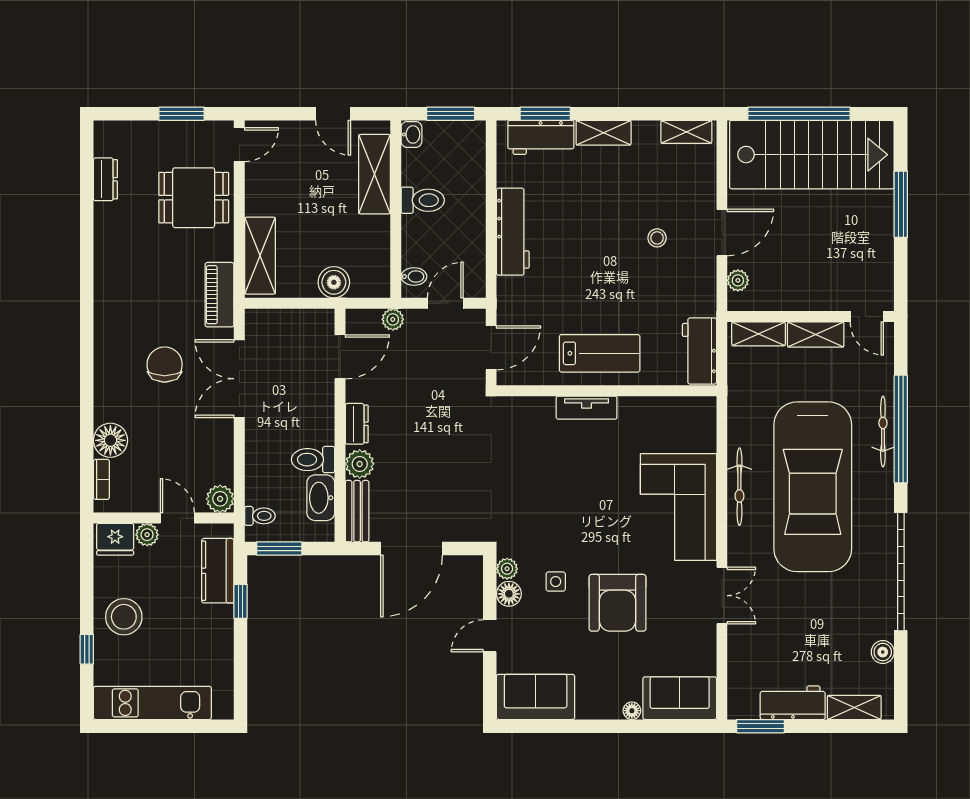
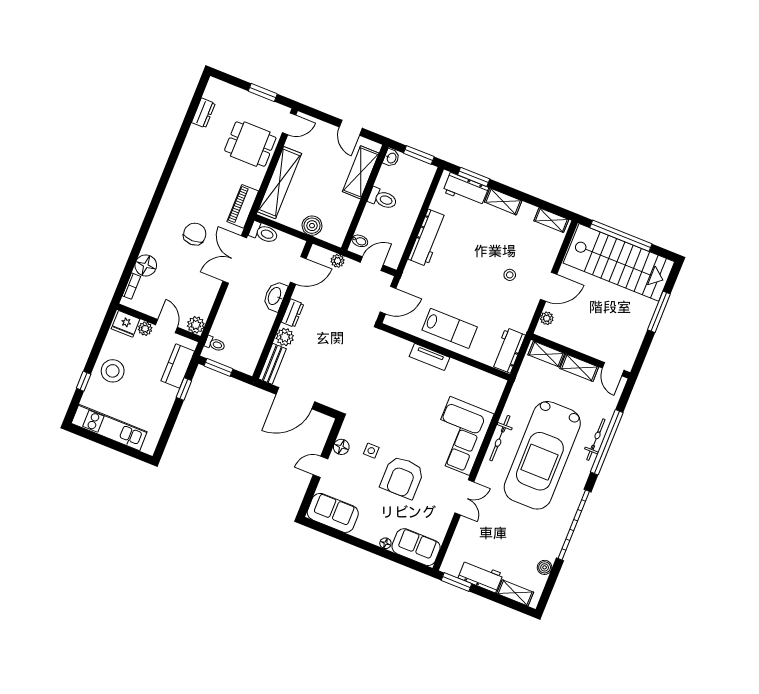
shelving: (260, 256) -> (279, 183), width x1.47
toilet: (313, 460) -> (264, 233), moved, turned 180
washbasin: (321, 498) -> (275, 296), moved
plant: (507, 569) -> (346, 432), removed

